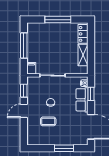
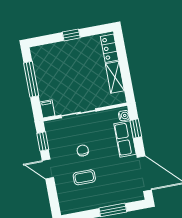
window: (58, 20) -> (71, 35), width x0.46
door: (24, 111) -> (48, 169), hinge flipped

